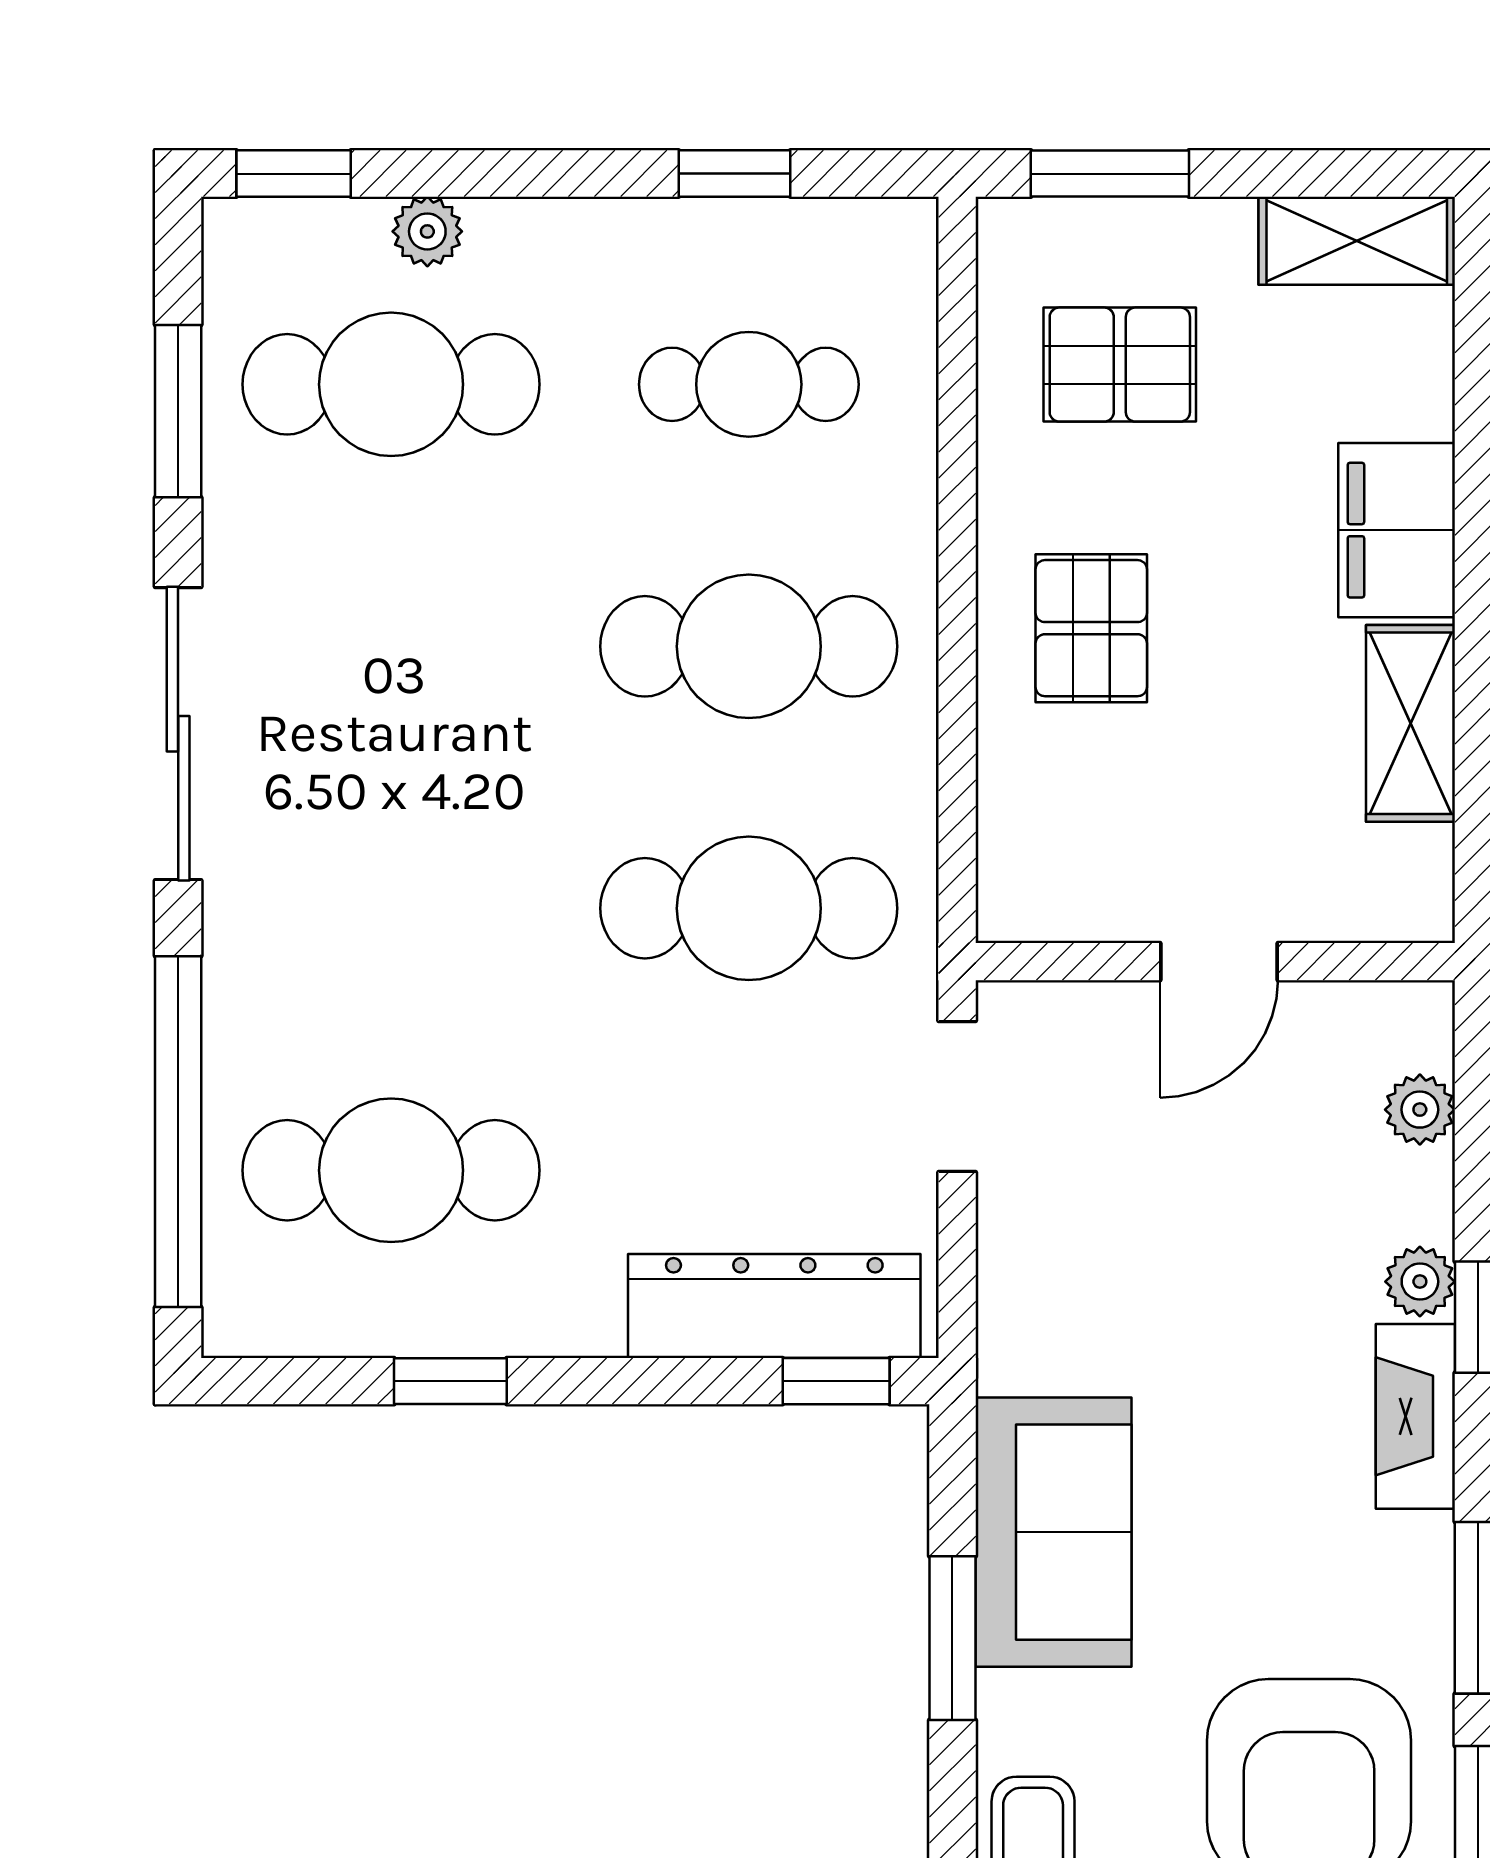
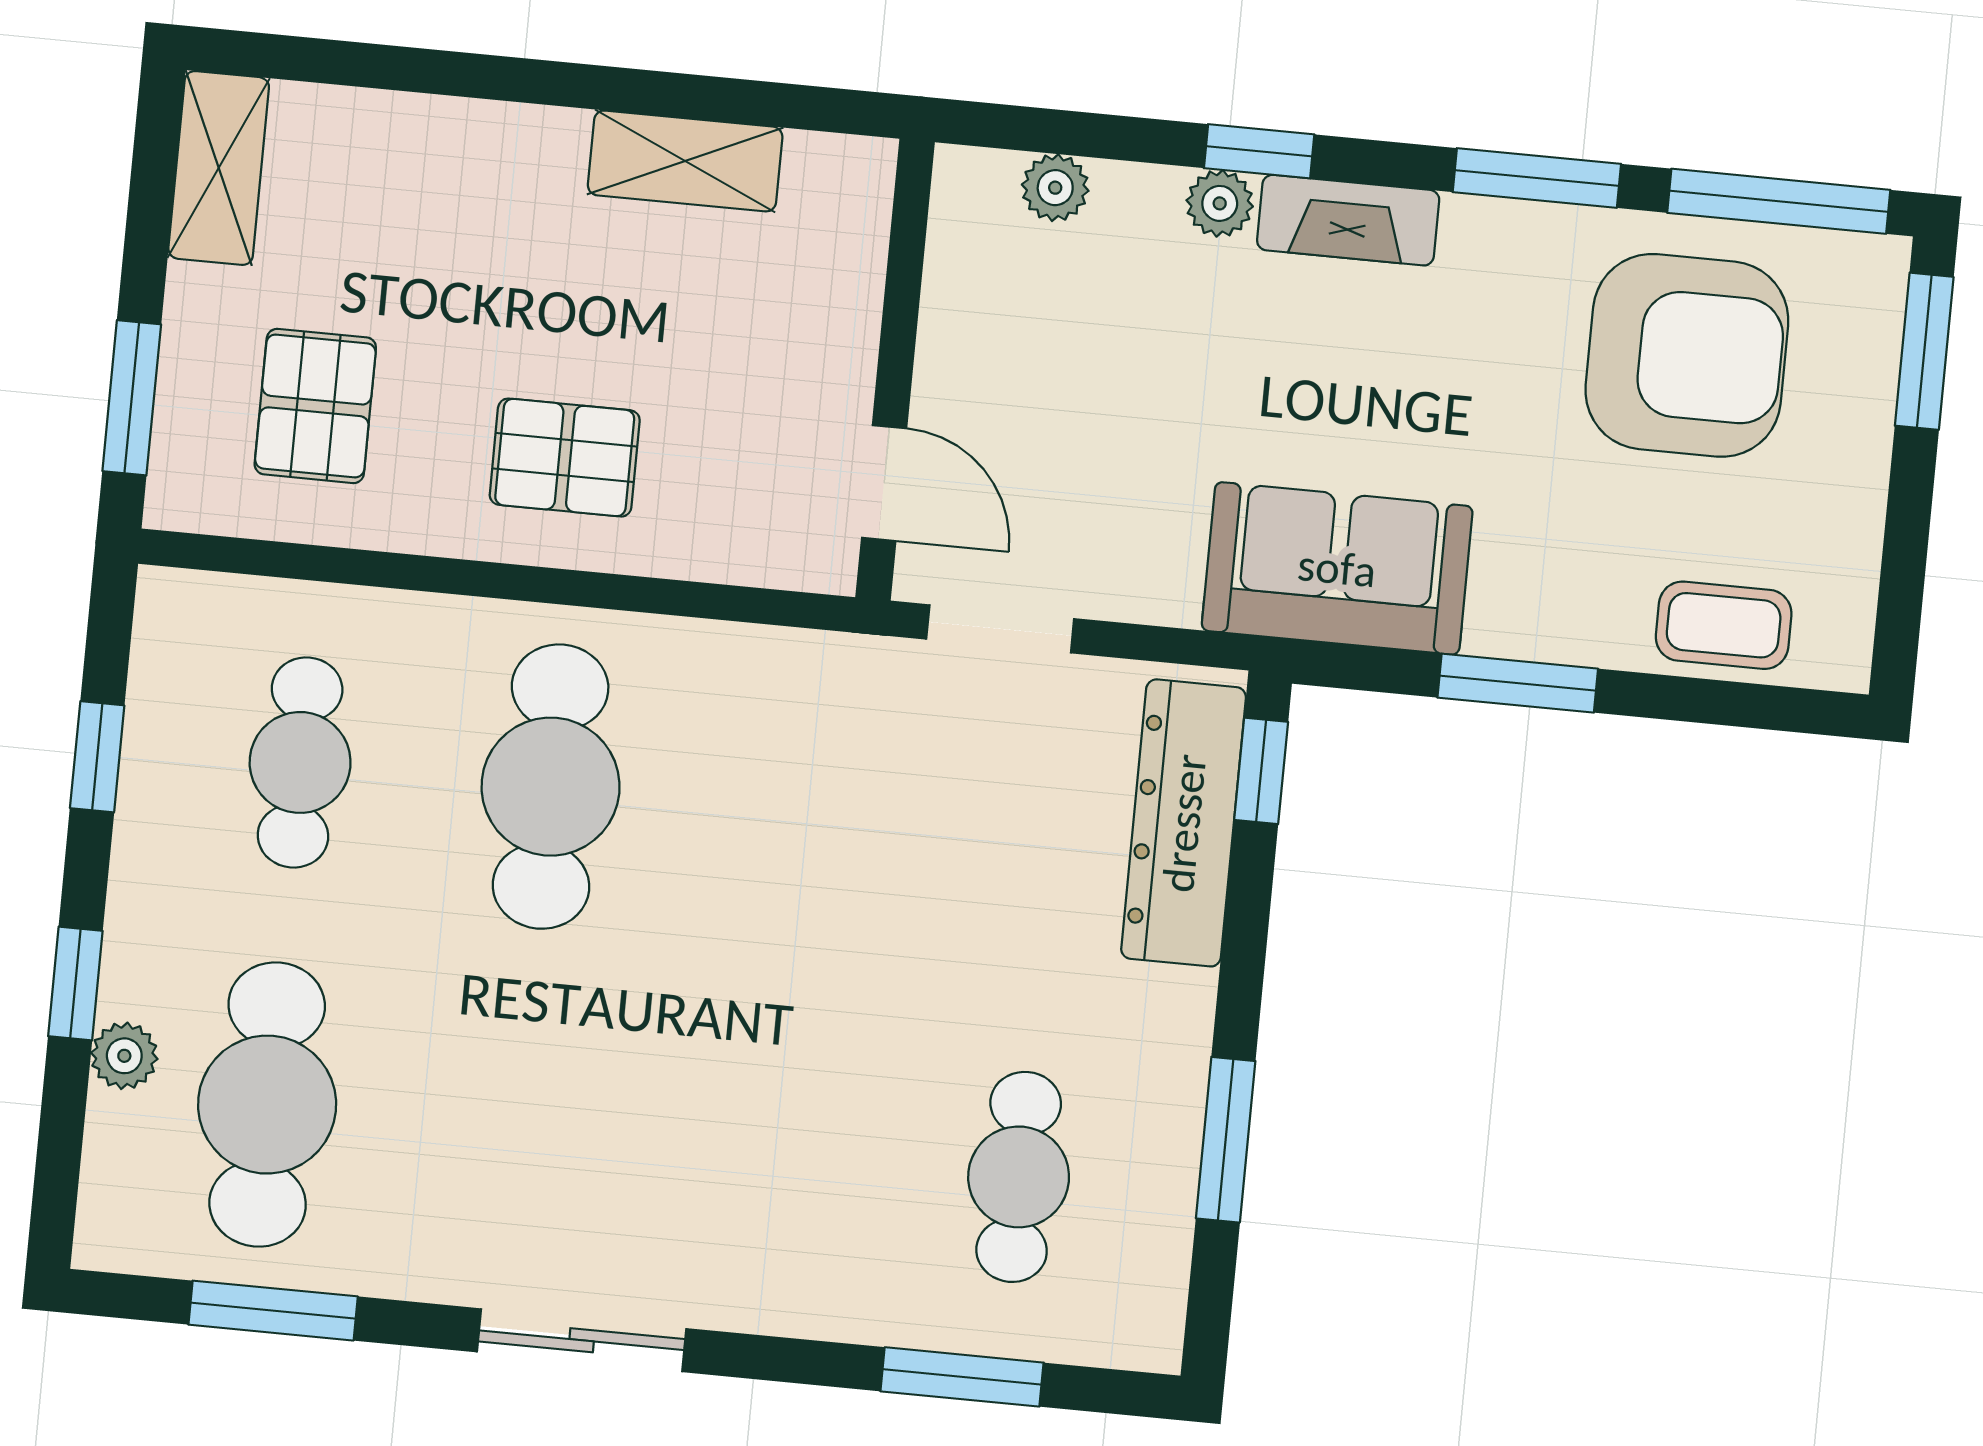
window: (294, 174) -> (75, 984), moved
filing cabinet: (1397, 530) -> (499, 156), removed
sliding door: (178, 734) -> (582, 1340), width x0.73
cafe table: (749, 908) -> (801, 811), removed
door: (1219, 962) -> (884, 483), moved
window: (178, 1132) -> (962, 1377), width x0.47
cafe table: (391, 1170) -> (1019, 1177), width x0.73, depth x0.74
window: (450, 1381) -> (1226, 1140), width x1.50
sofa: (1053, 1532) -> (1337, 568), moved

